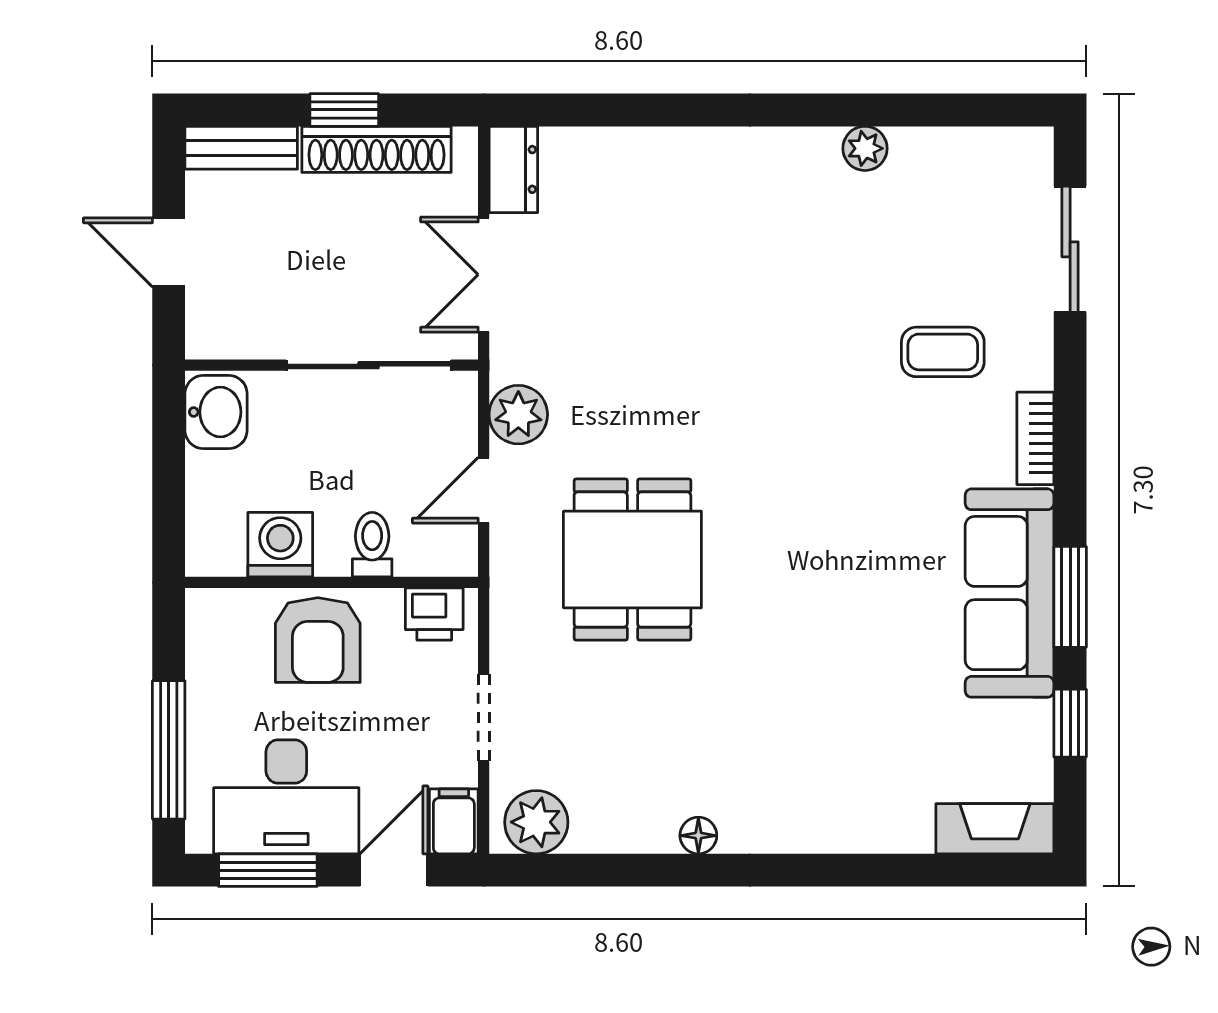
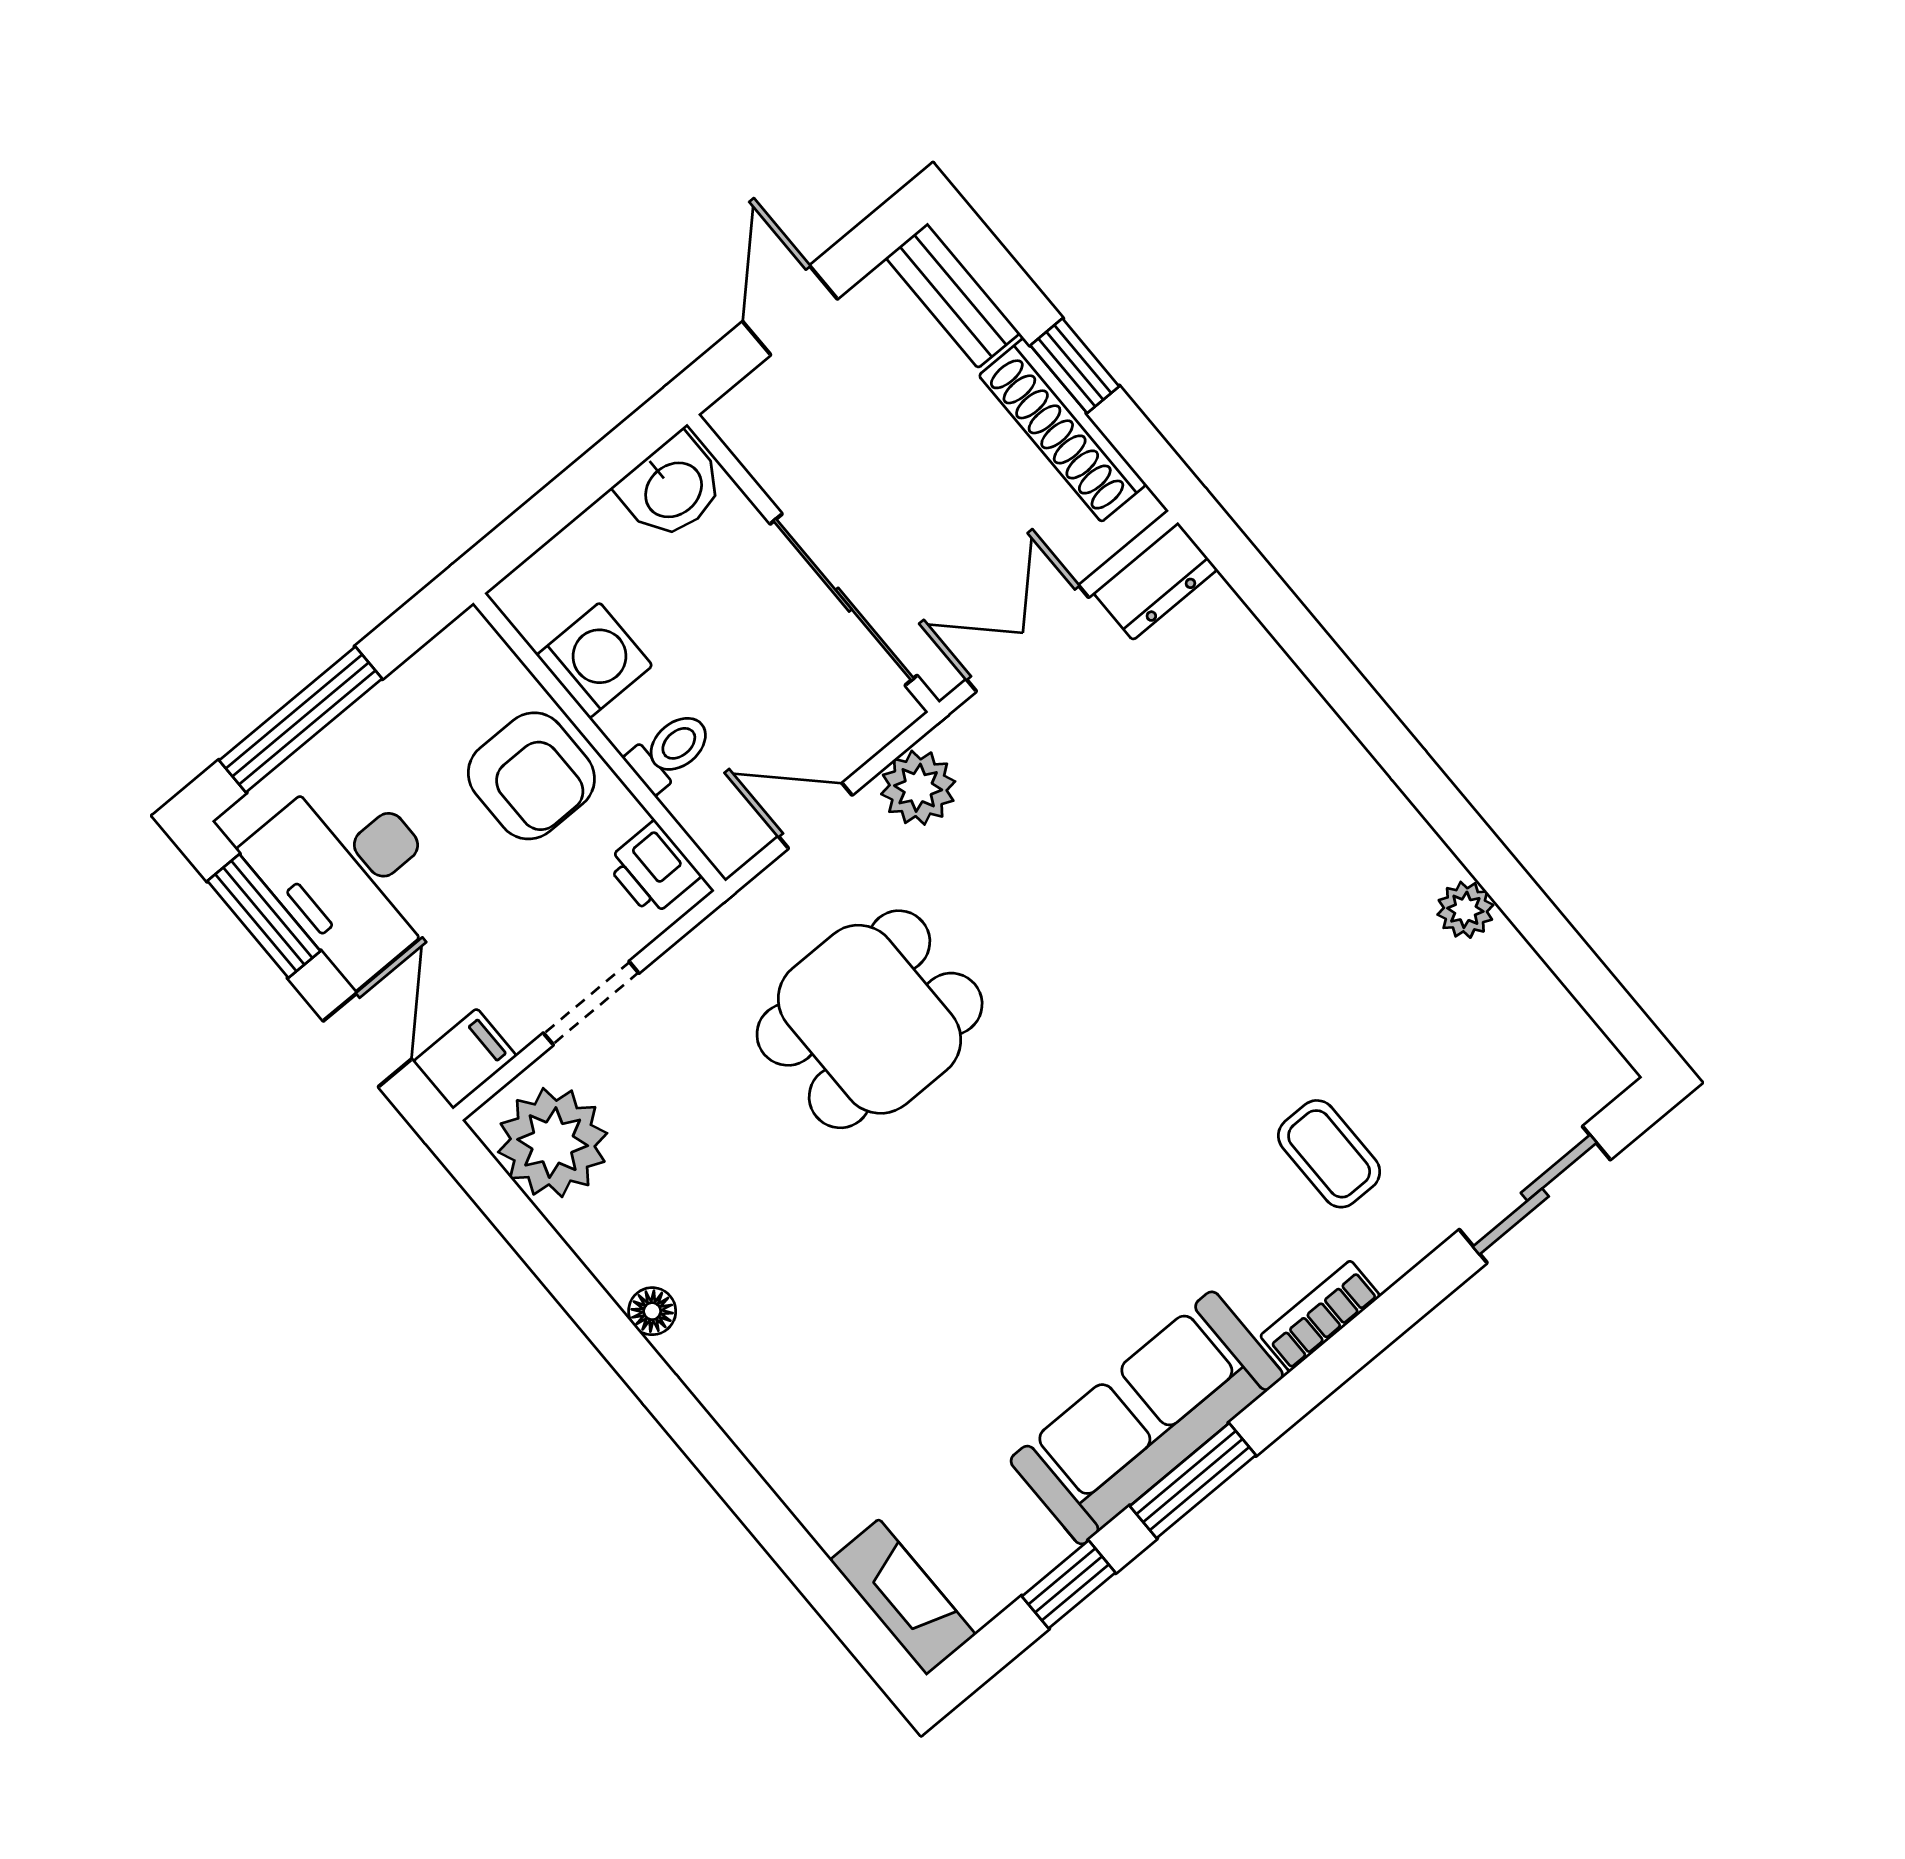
armchair: (318, 640) -> (531, 776), turned -90
plant: (536, 822) -> (553, 1143), width x1.36, depth x1.36
door: (394, 870) -> (367, 1040), hinge flipped

